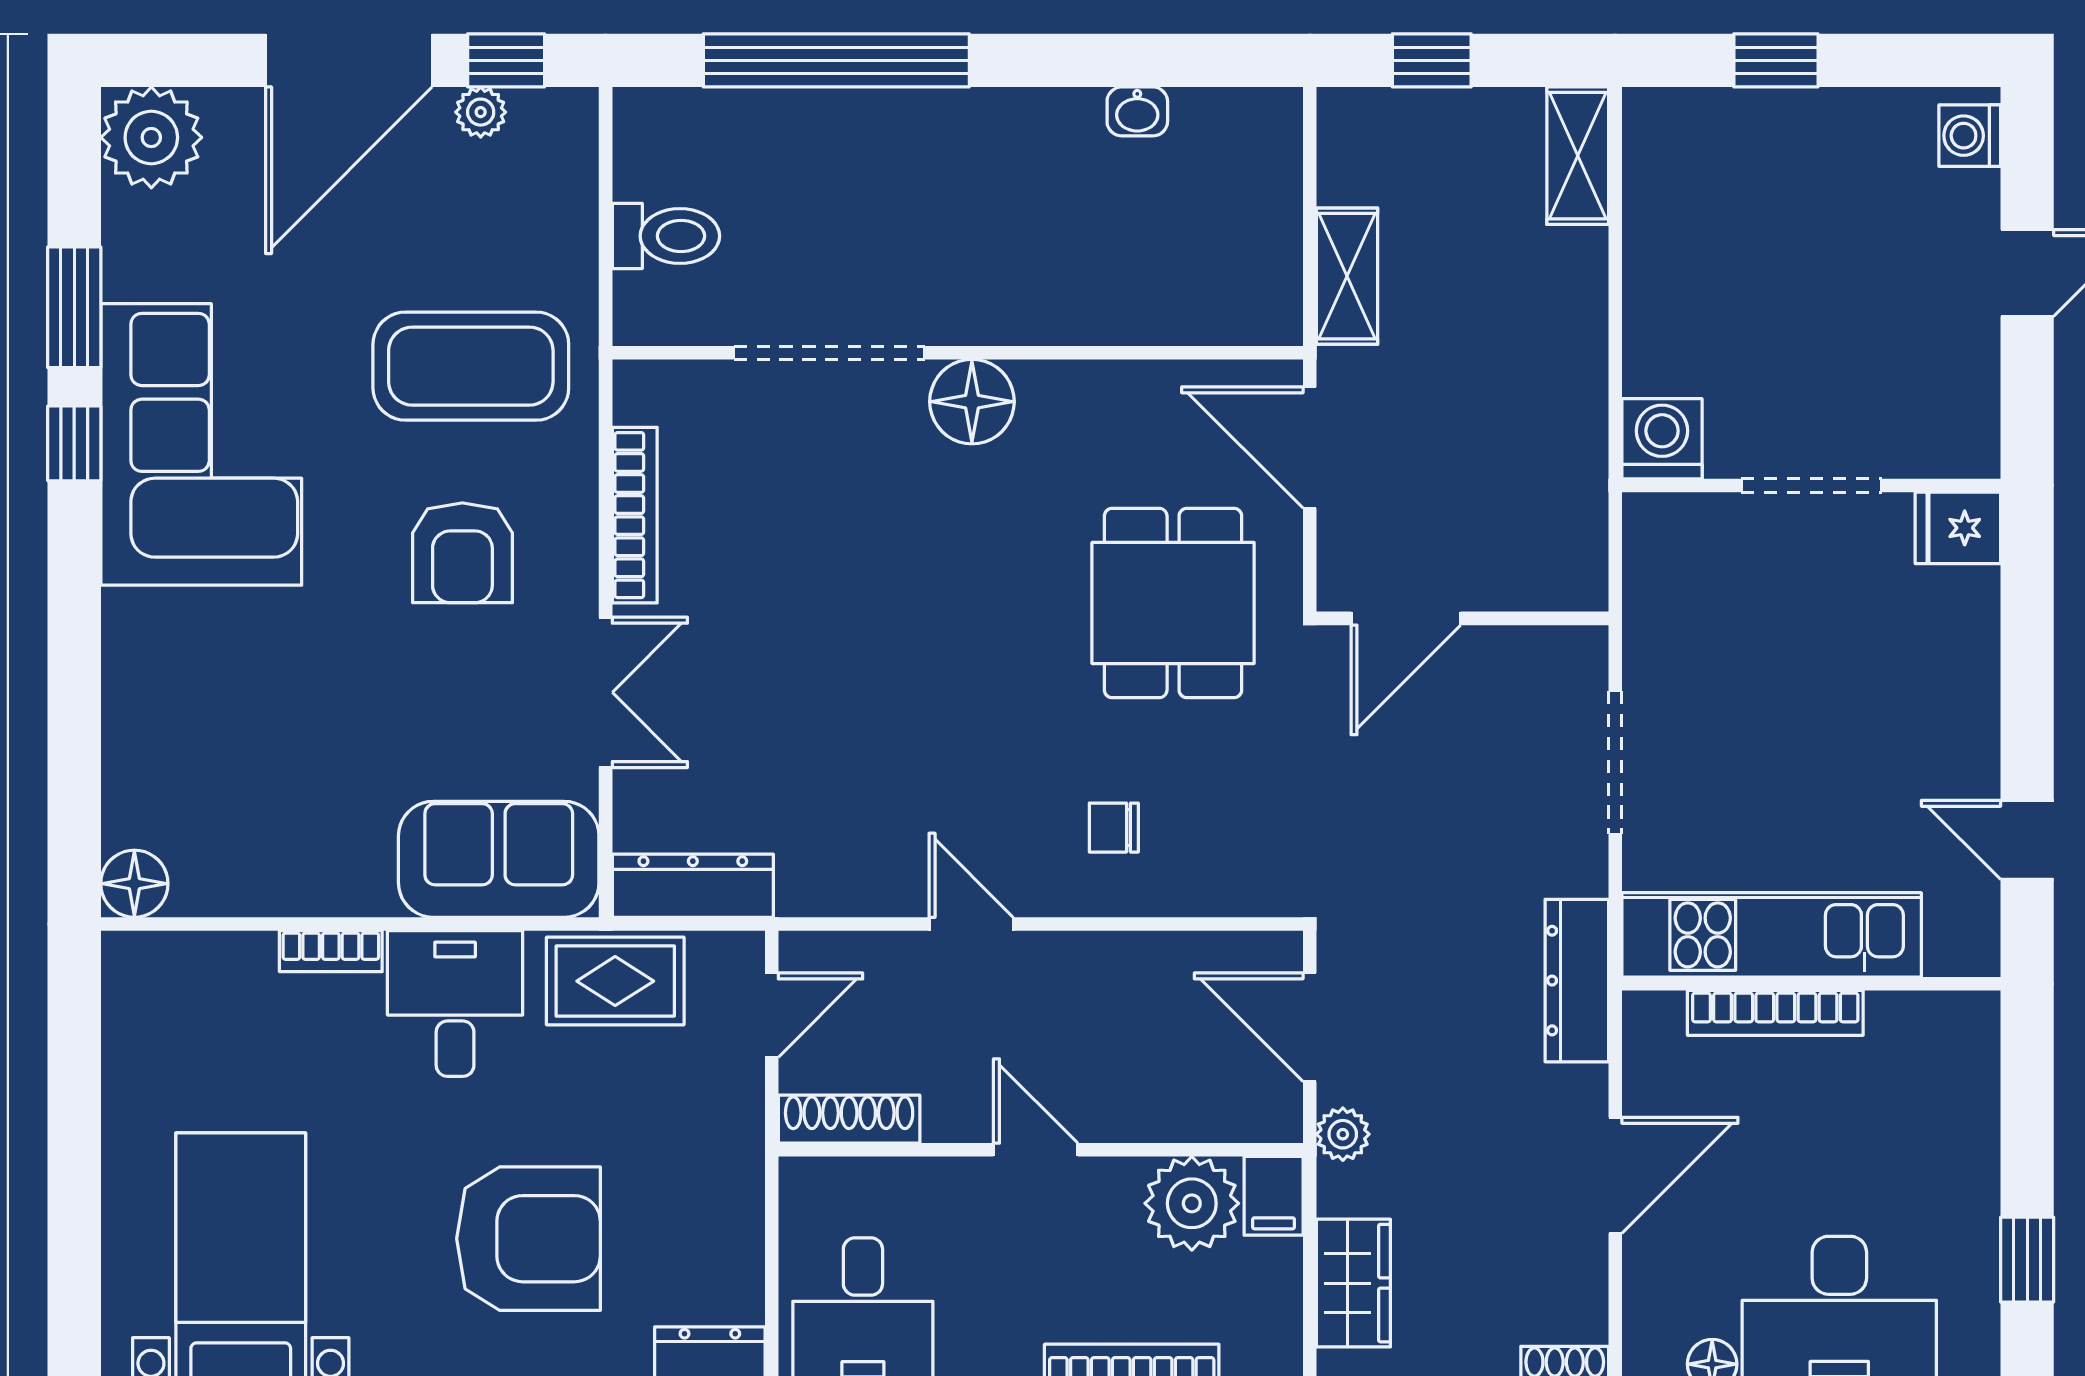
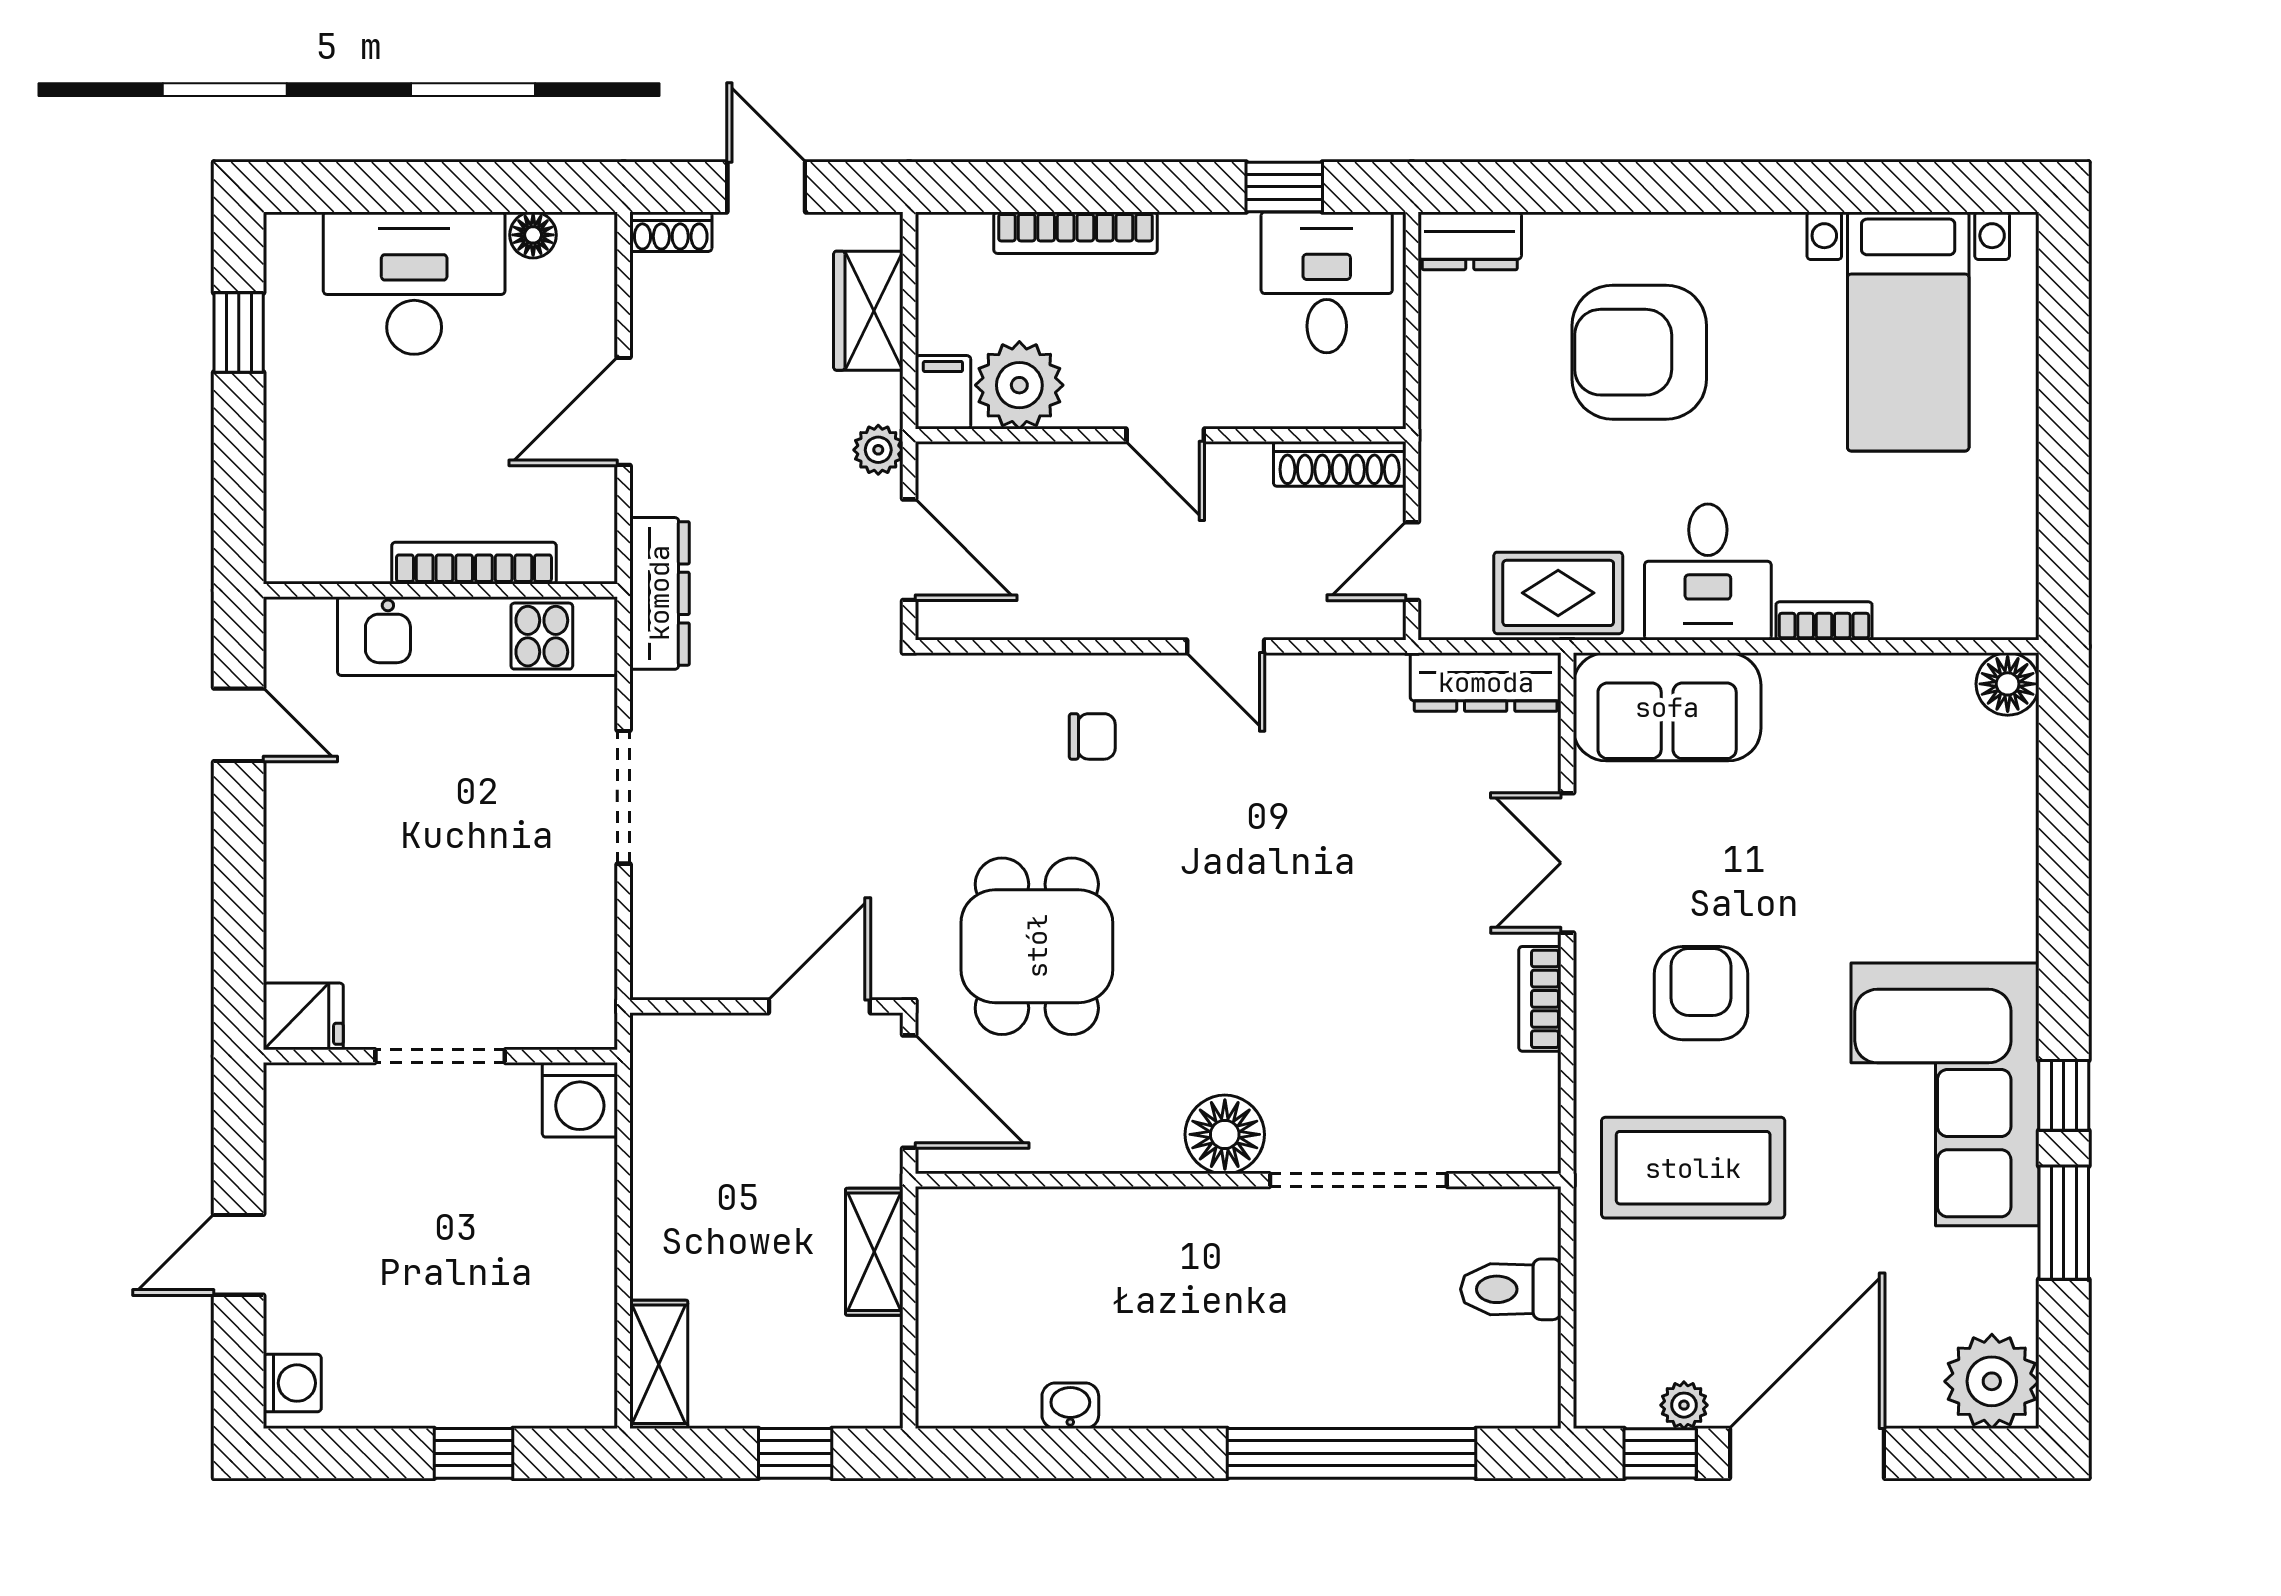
bookcase: (635, 515) -> (1540, 999), width x0.64
door: (1406, 618) -> (819, 1006), moved
wall: (1462, 618) -> (766, 1006), moved

